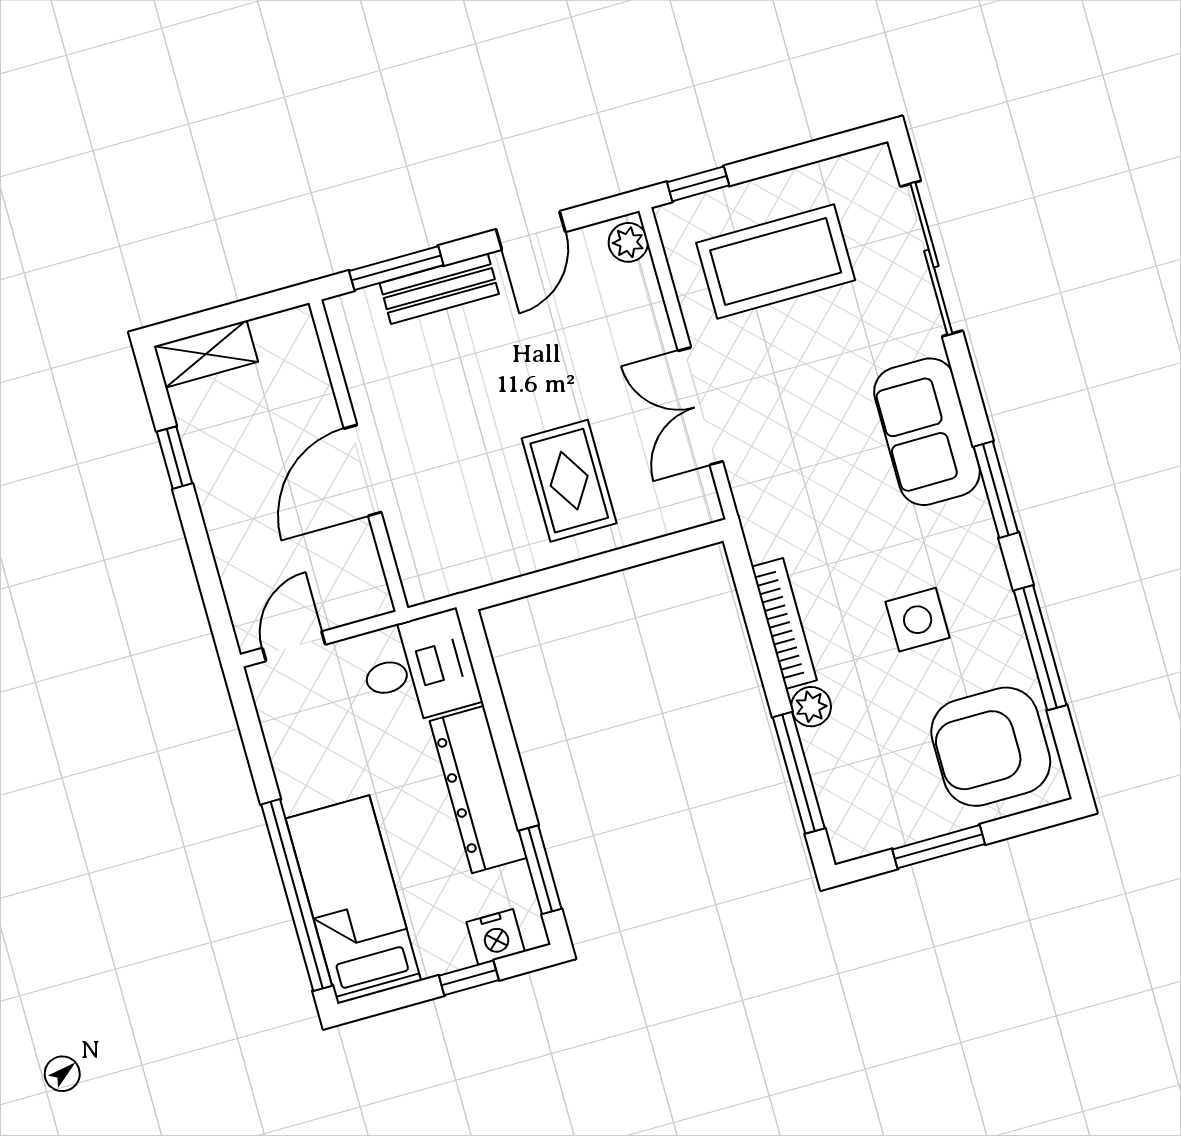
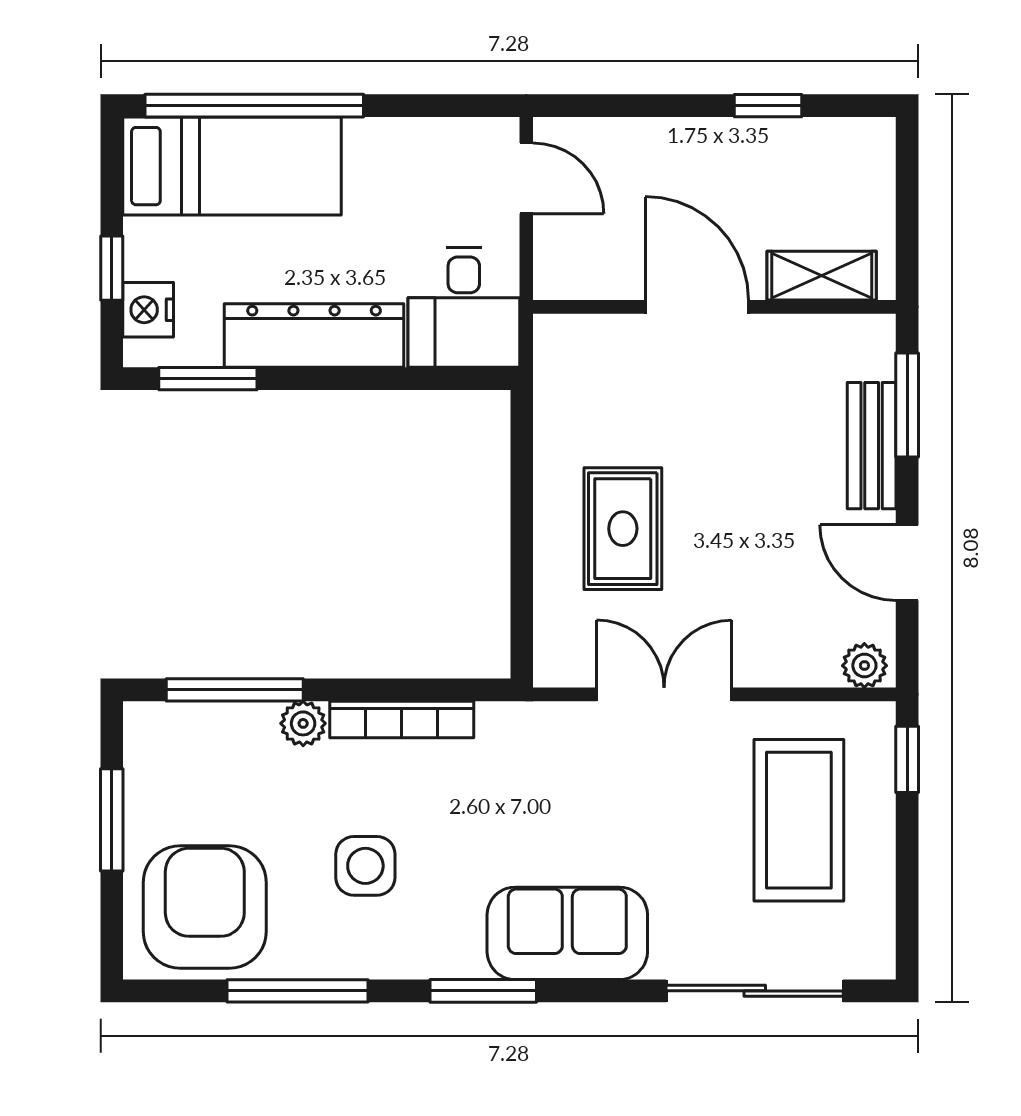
shelving: (206, 354) -> (822, 276), moved, turned 90
rug: (569, 481) -> (623, 529), turned 90

